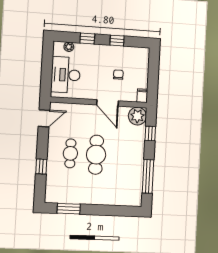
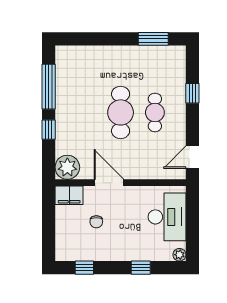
window: (117, 41) -> (84, 268), moved
plant: (69, 47) -> (179, 255), moved
filing cabinet: (142, 96) -> (69, 195), width x2.00
window: (150, 133) -> (49, 130), moved

